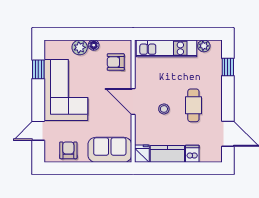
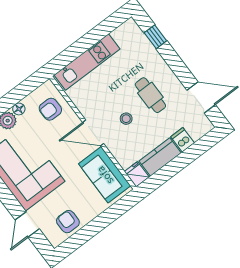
plant: (204, 46) -> (119, 34), removed
sofa: (110, 150) -> (105, 175), moved, turned -90

